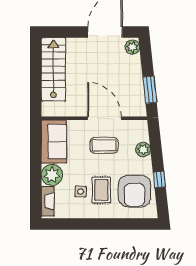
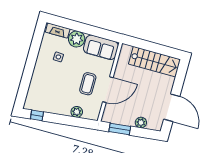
plant: (132, 47) -> (141, 123), moved
window: (159, 180) -> (37, 115), moved
rug: (101, 190) -> (55, 73), removed
armchair: (135, 191) -> (48, 97), removed

